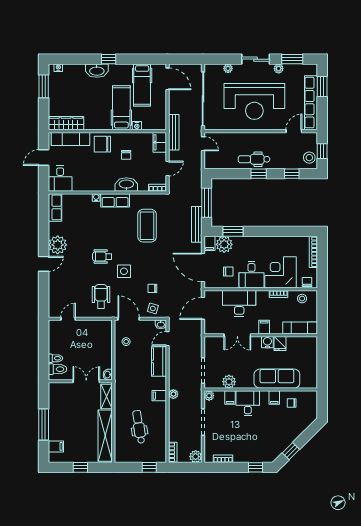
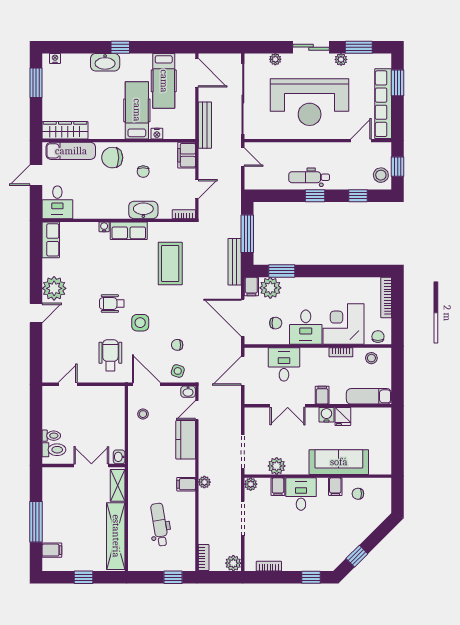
bench: (174, 132) -> (205, 125), moved
desk: (239, 303) -> (284, 364), width x0.73

